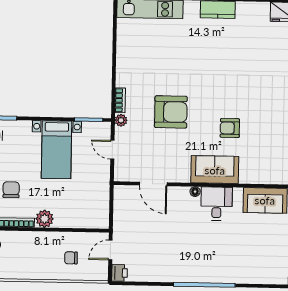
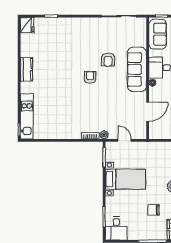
armchair: (171, 112) -> (90, 77), moved, width x0.53, depth x0.53
door: (112, 150) -> (125, 140), swing flipped
sofa: (215, 170) -> (137, 69), width x1.36

